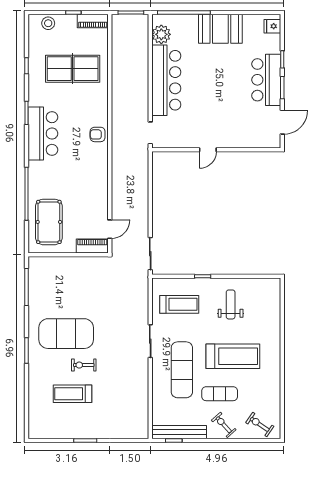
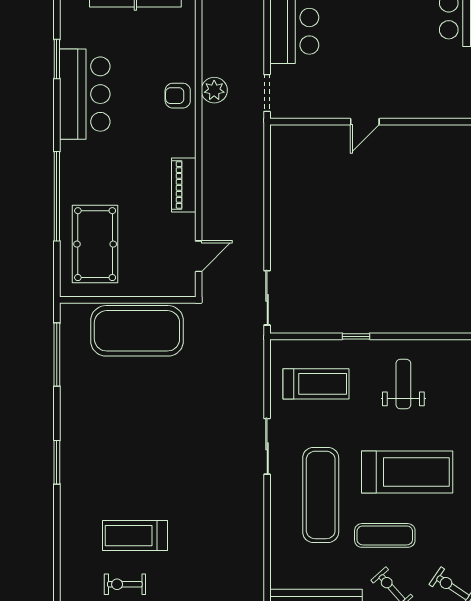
plant: (119, 131) -> (214, 90), added
piano: (92, 246) -> (184, 185), moved, turned -90
exercise mat: (66, 334) -> (137, 331), moved
exercise bike: (84, 365) -> (125, 584), moved

